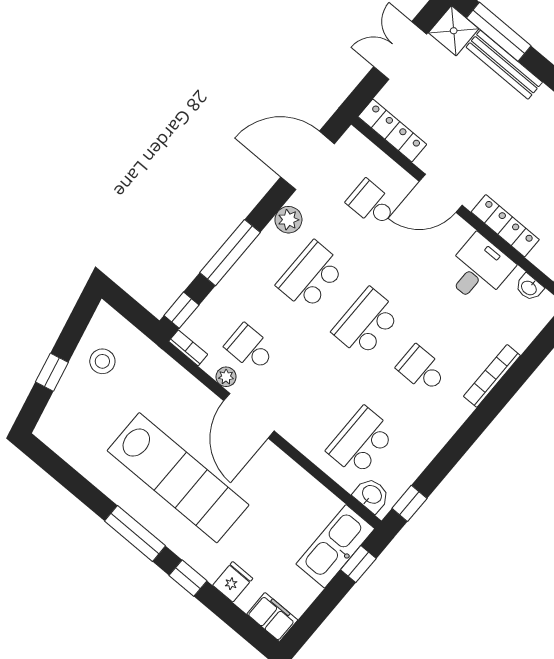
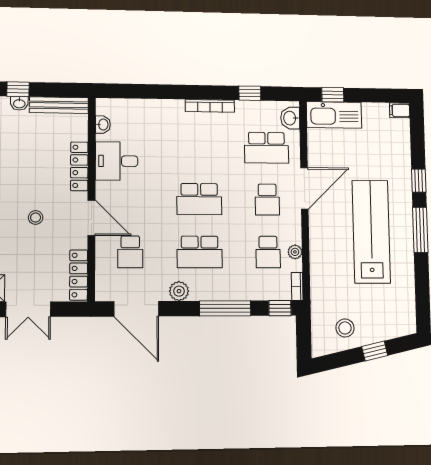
stool: (489, 136) -> (36, 217), added
school desk: (422, 369) -> (267, 200), moved
bookcase: (492, 376) -> (210, 106), moved
door: (249, 416) -> (304, 188), moved
window: (409, 503) -> (250, 93), moved
fridge: (233, 582) -> (400, 155), removed
filing cabinet: (272, 617) -> (400, 110), width x0.50

